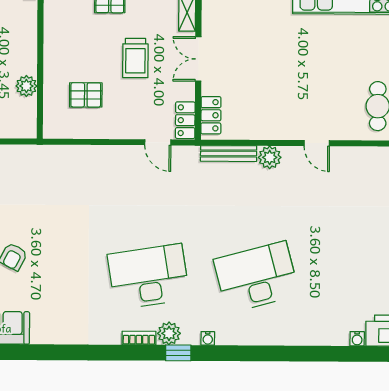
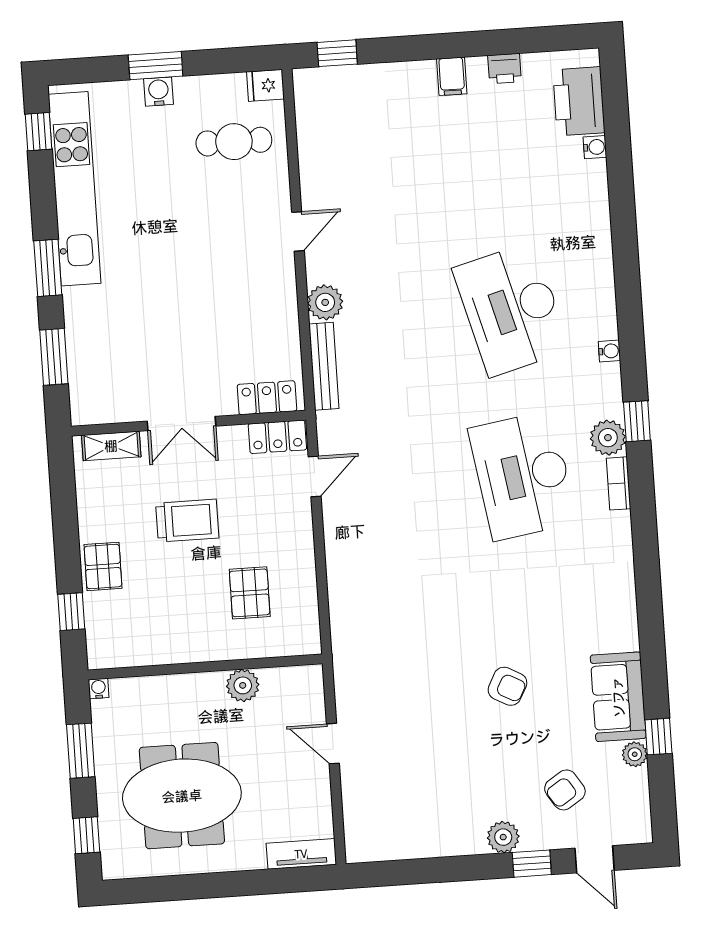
water cooler: (208, 338) -> (609, 351), moved

